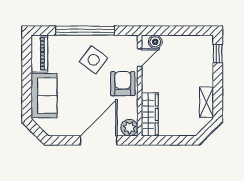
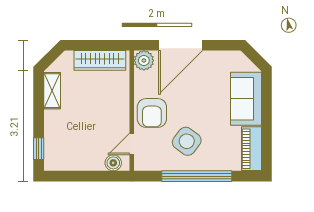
wardrobe: (150, 114) -> (100, 60), moved, turned -90

